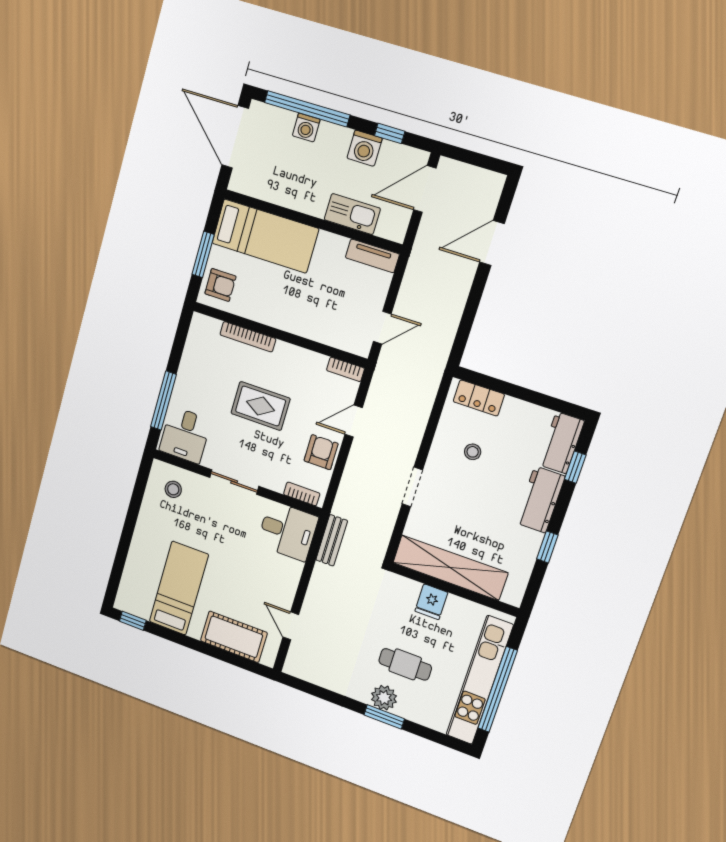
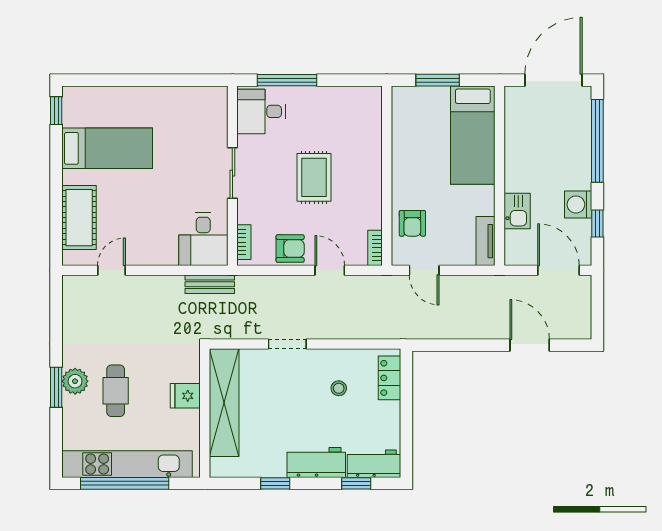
washing machine: (306, 128) -> (581, 145), removed
kitchen sink: (352, 214) -> (517, 211), width x0.73
armchair: (220, 285) -> (412, 223), moved
bookcase: (248, 337) -> (375, 146), removed
stool: (173, 489) -> (204, 115), removed

